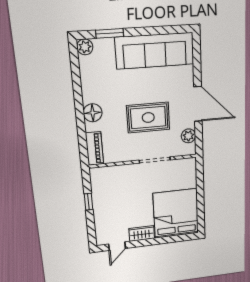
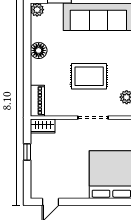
floor lamp: (93, 113) -> (39, 50), moved
wardrobe: (142, 233) -> (43, 126), moved, turned 180

